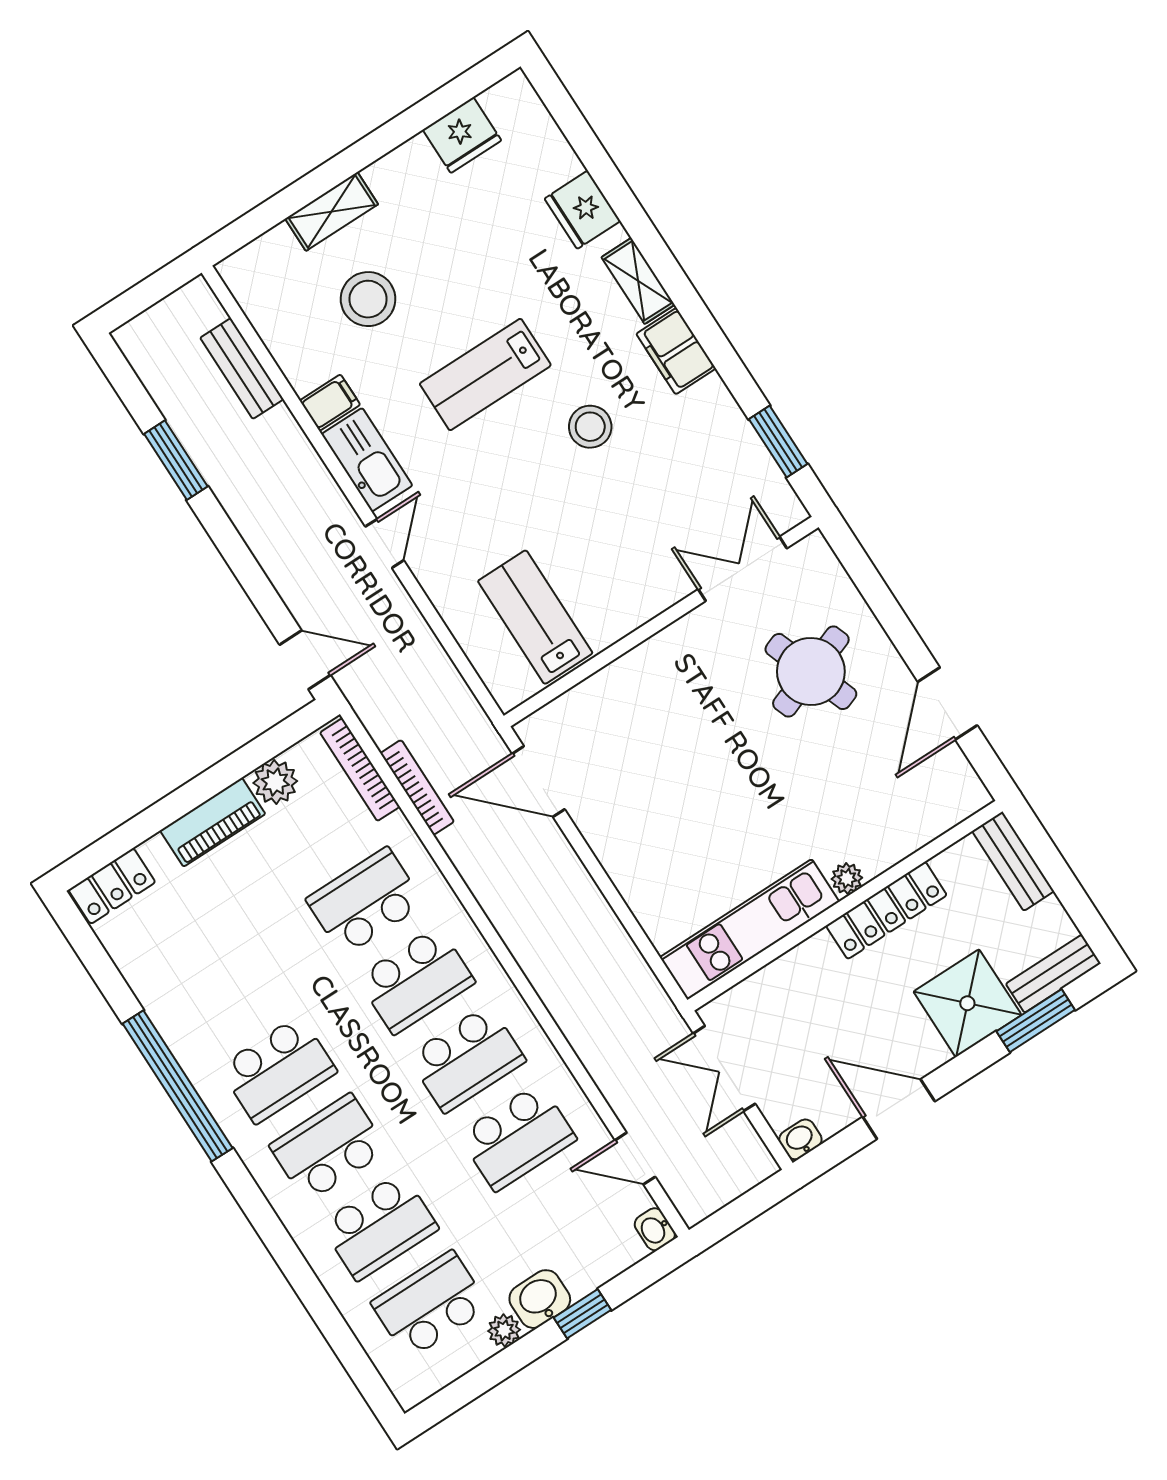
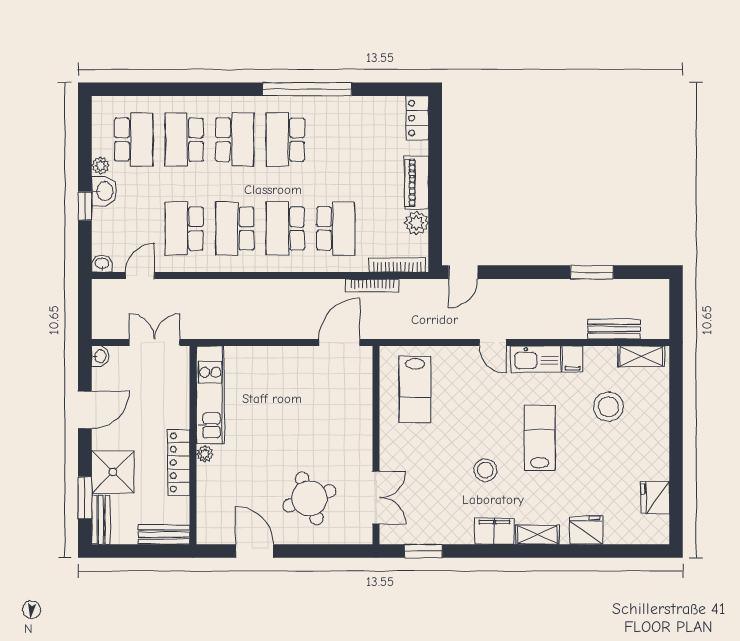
shelving: (332, 211) -> (641, 356), moved, turned 90
lab bench: (535, 617) -> (415, 389), turned 90

